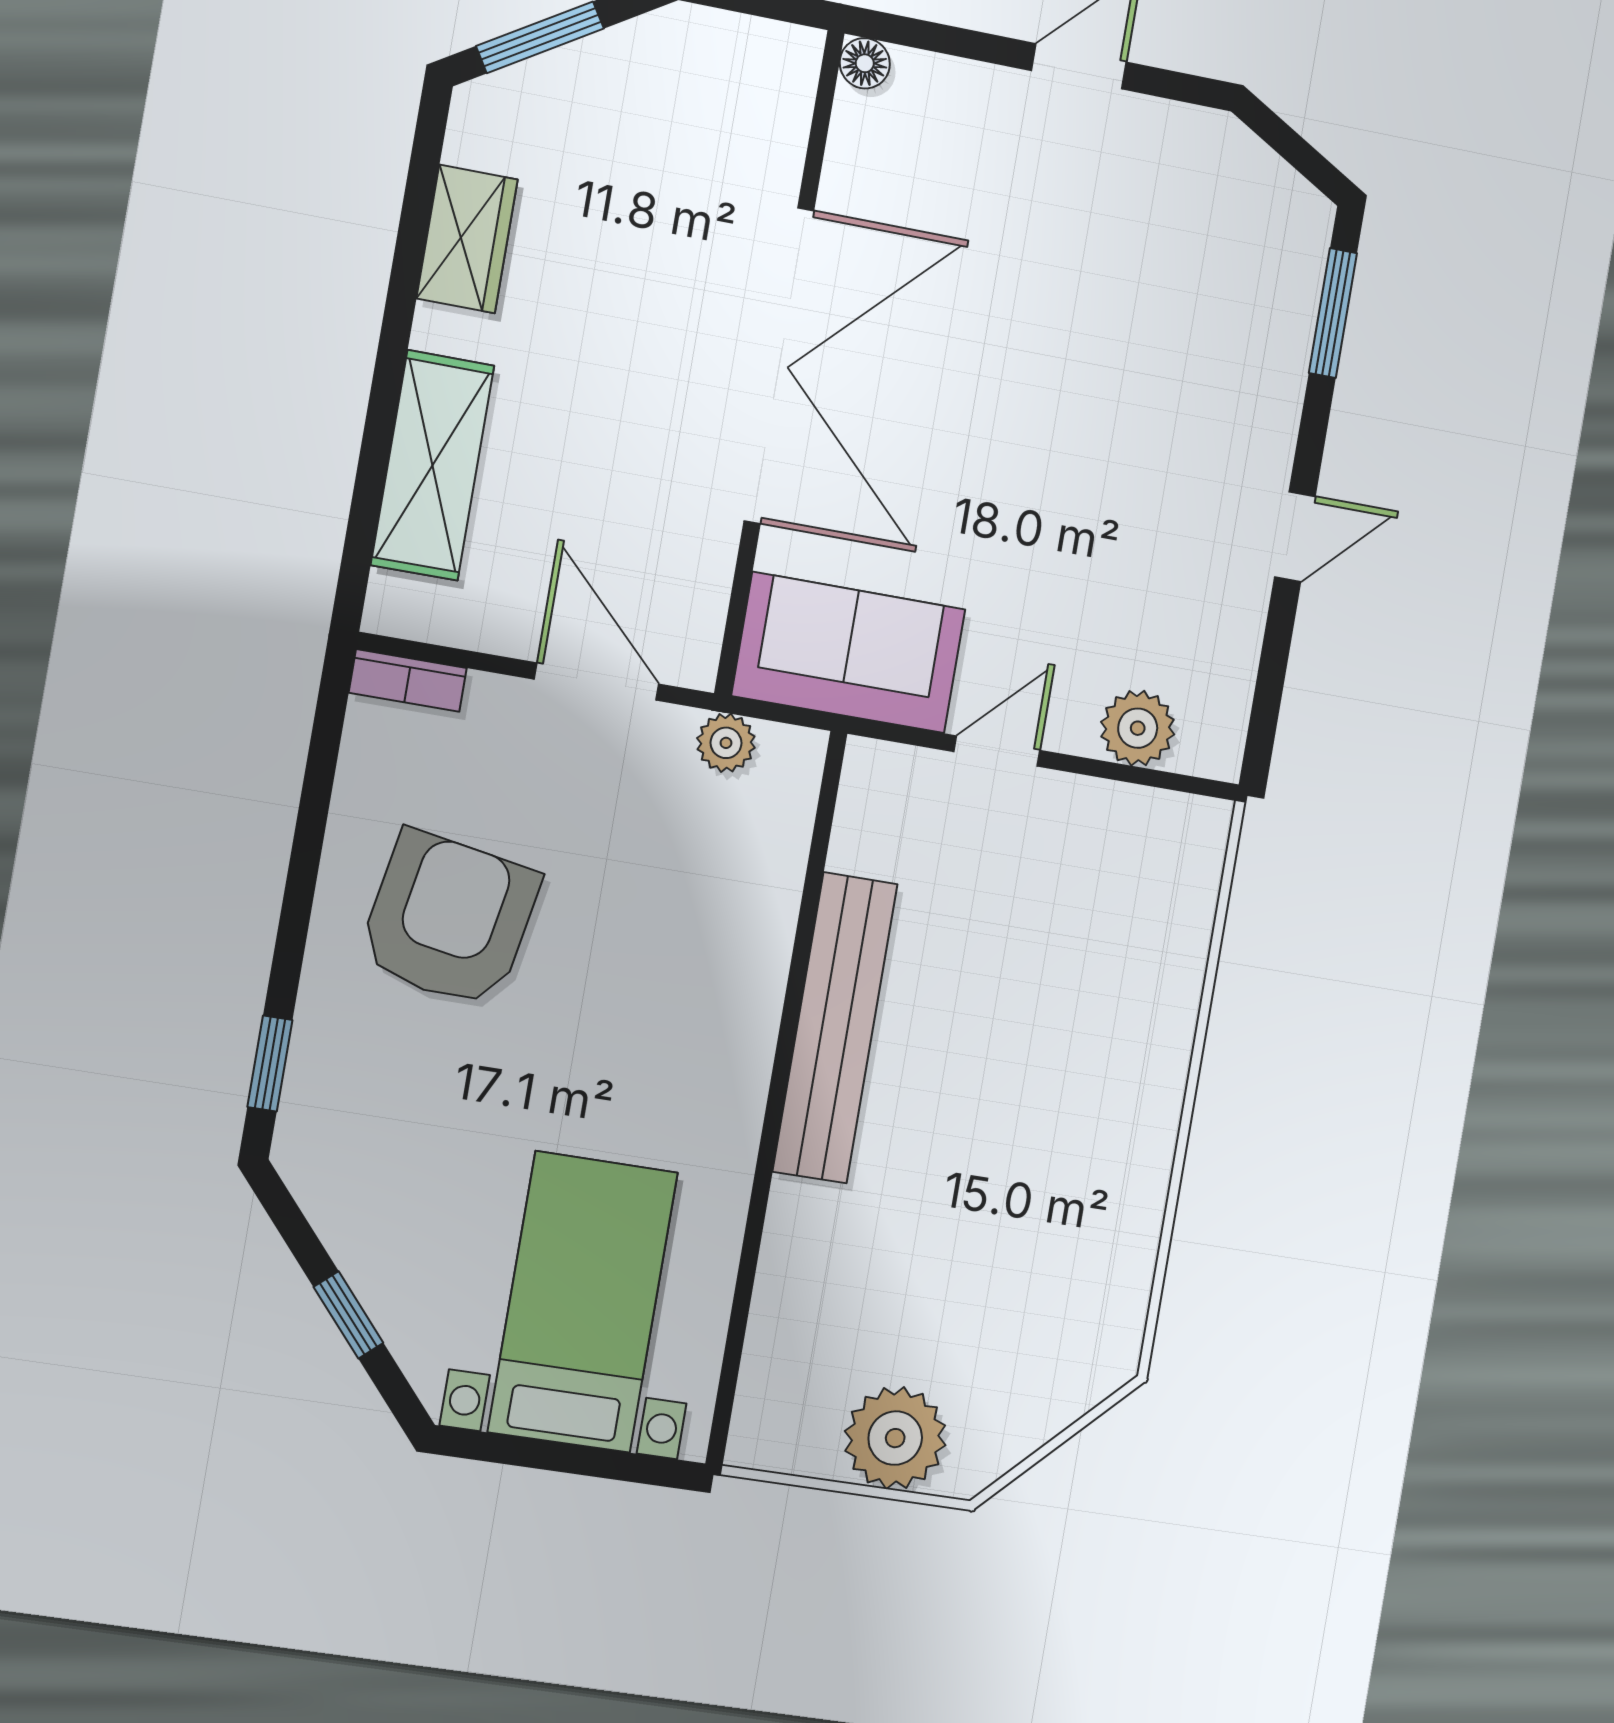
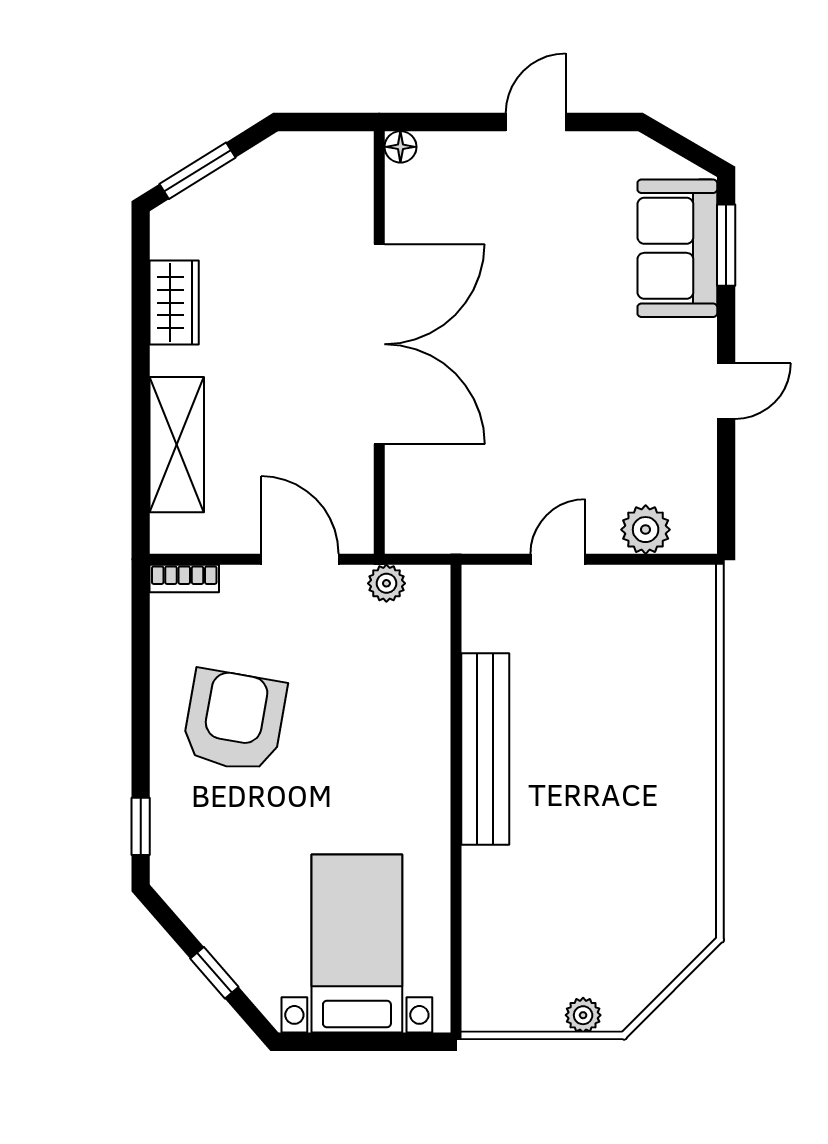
sofa: (849, 653) -> (677, 248), moved, turned -90
plant: (895, 1438) -> (583, 1015), width x0.53, depth x0.53

